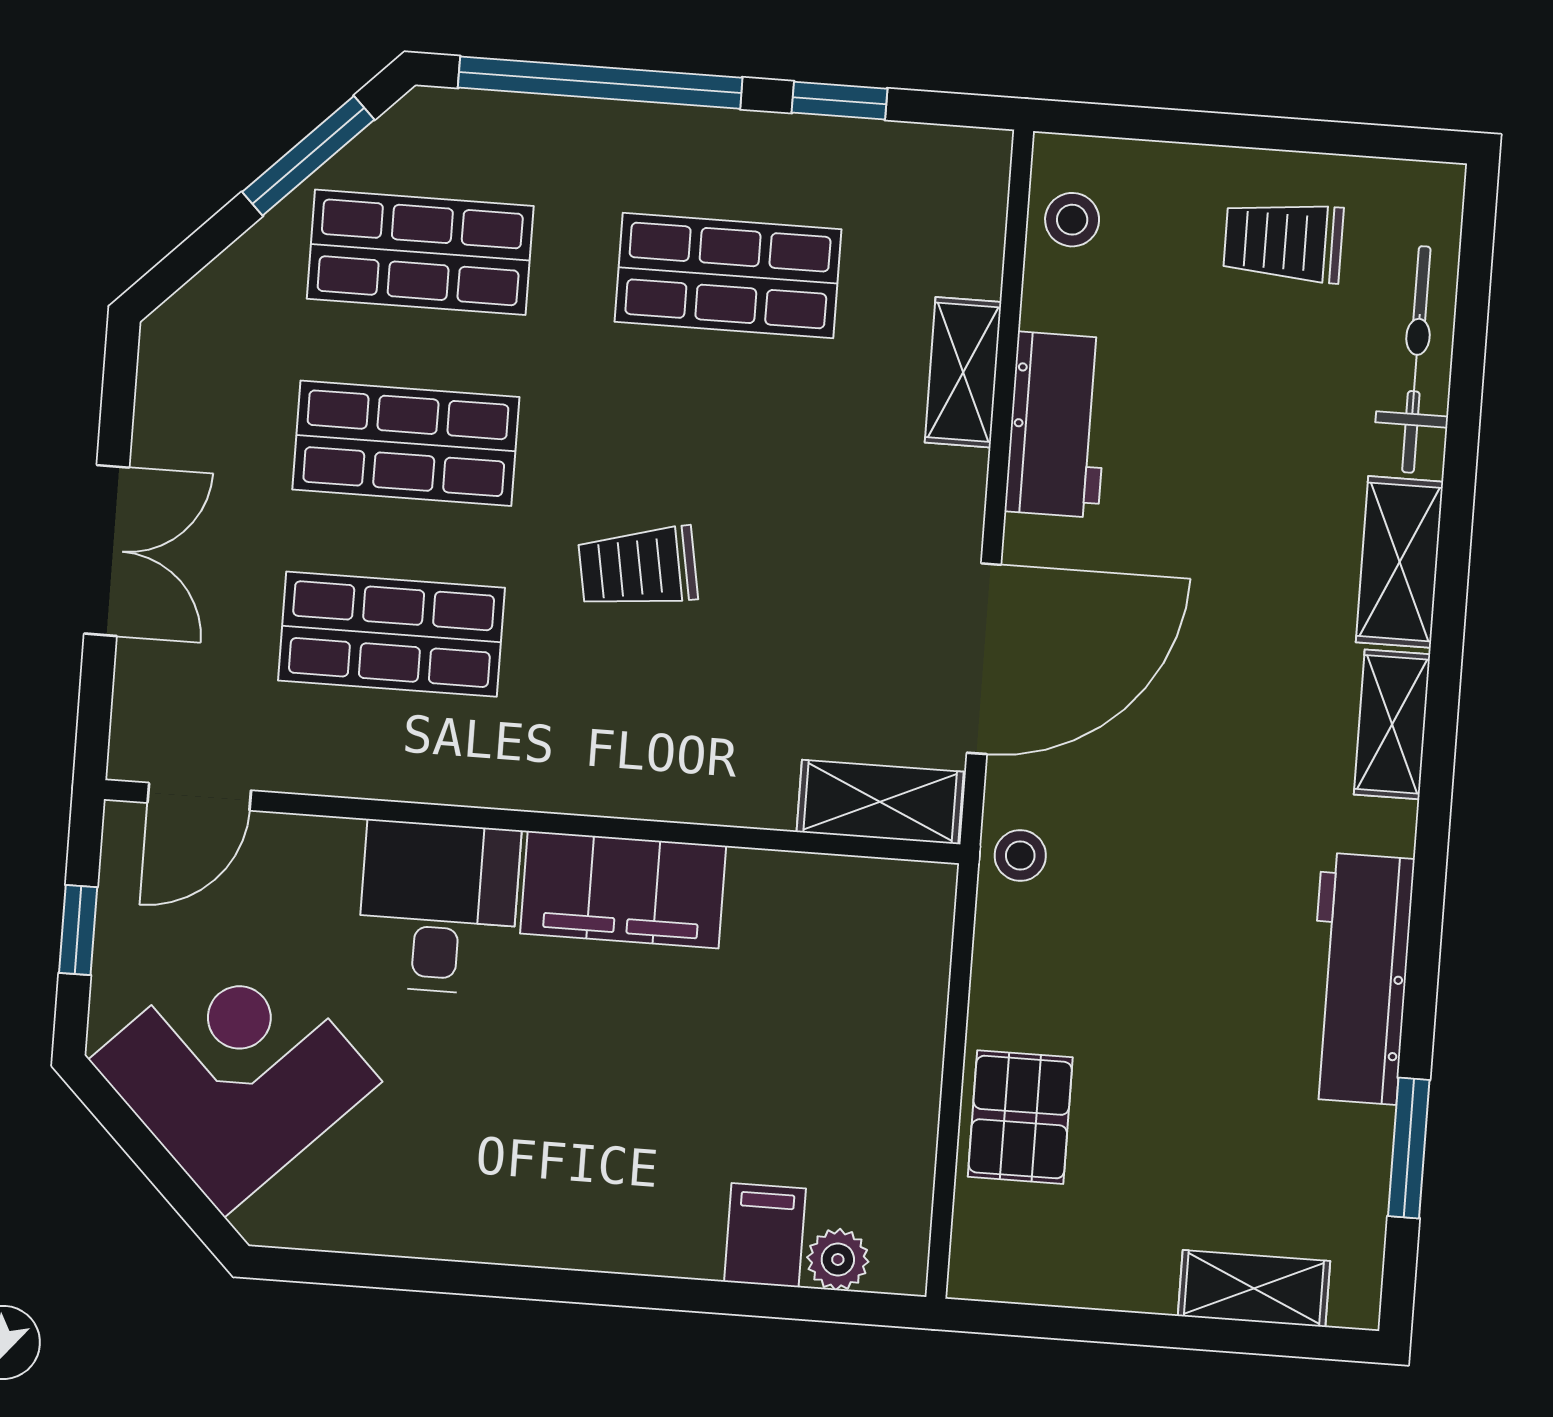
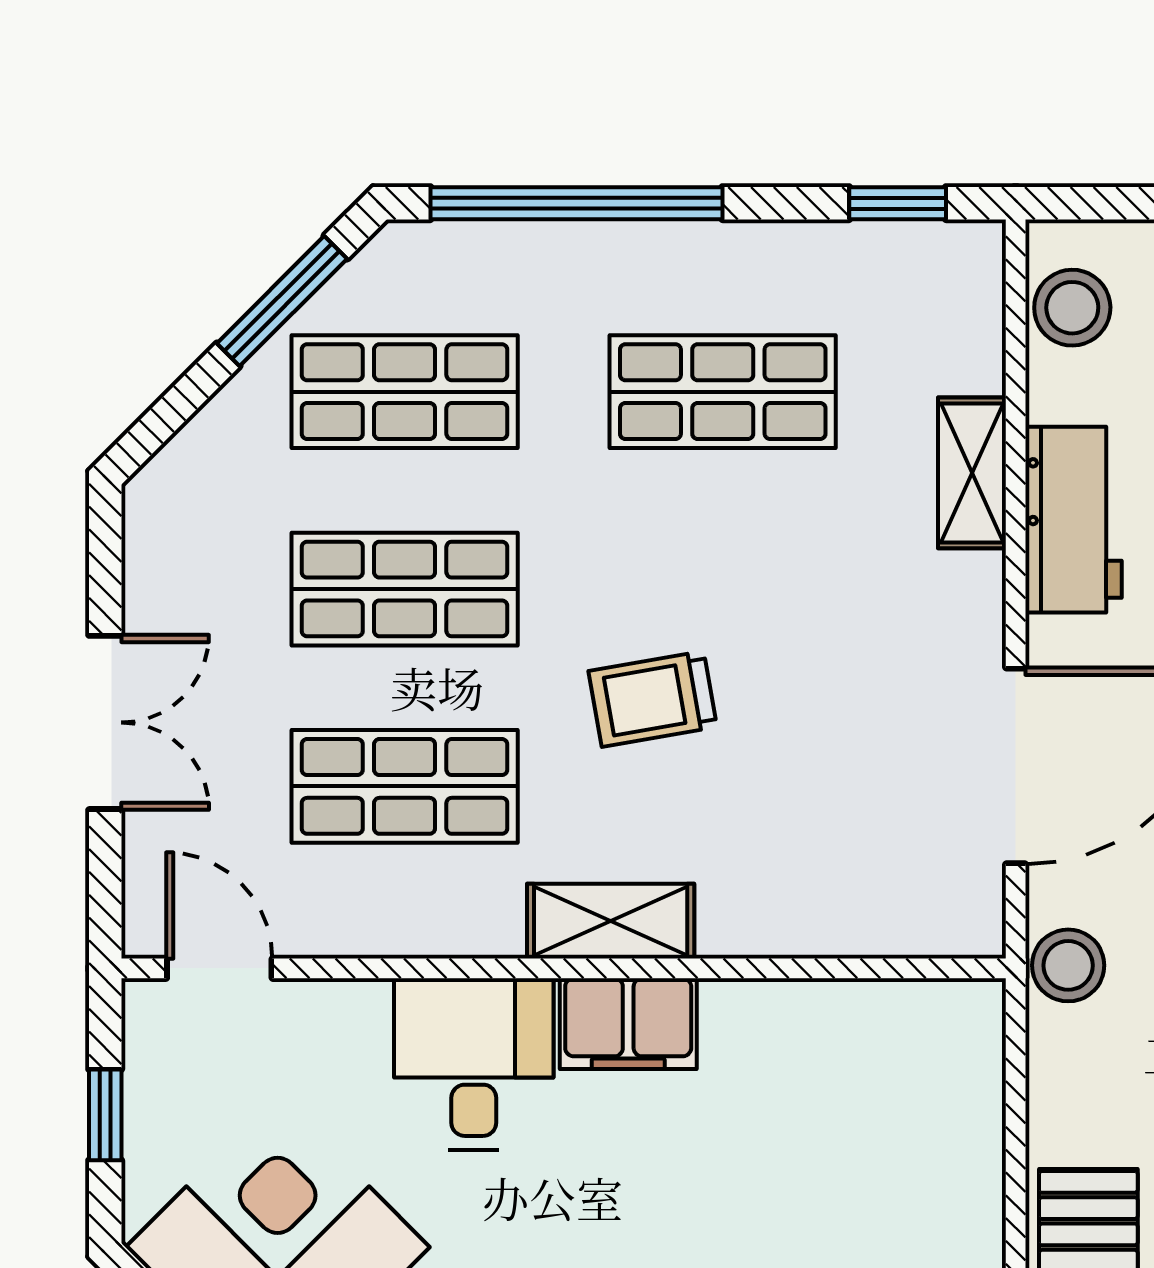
window: (839, 101) -> (898, 203), moved
stool: (1072, 220) -> (1072, 308), width x1.37, depth x1.37
door: (199, 797) -> (219, 968), swing flipped
shelving: (880, 802) -> (611, 921), moved
stool: (1020, 856) -> (1068, 965), width x1.37, depth x1.37
filing cabinet: (623, 890) -> (628, 1024), width x0.67, depth x0.86

